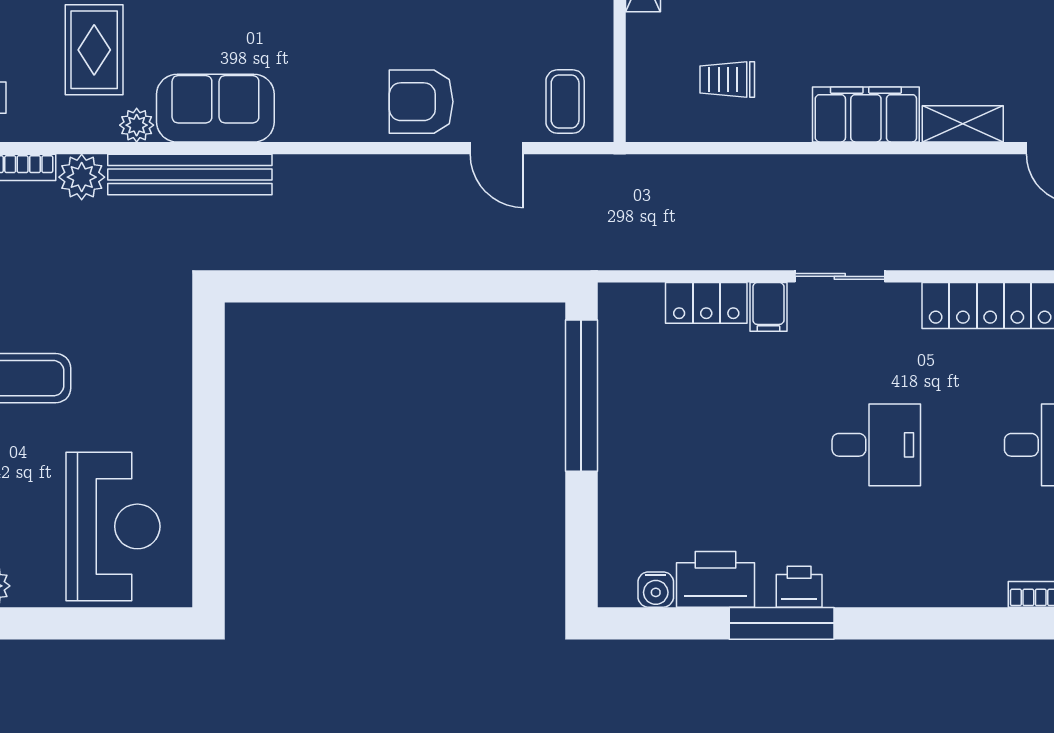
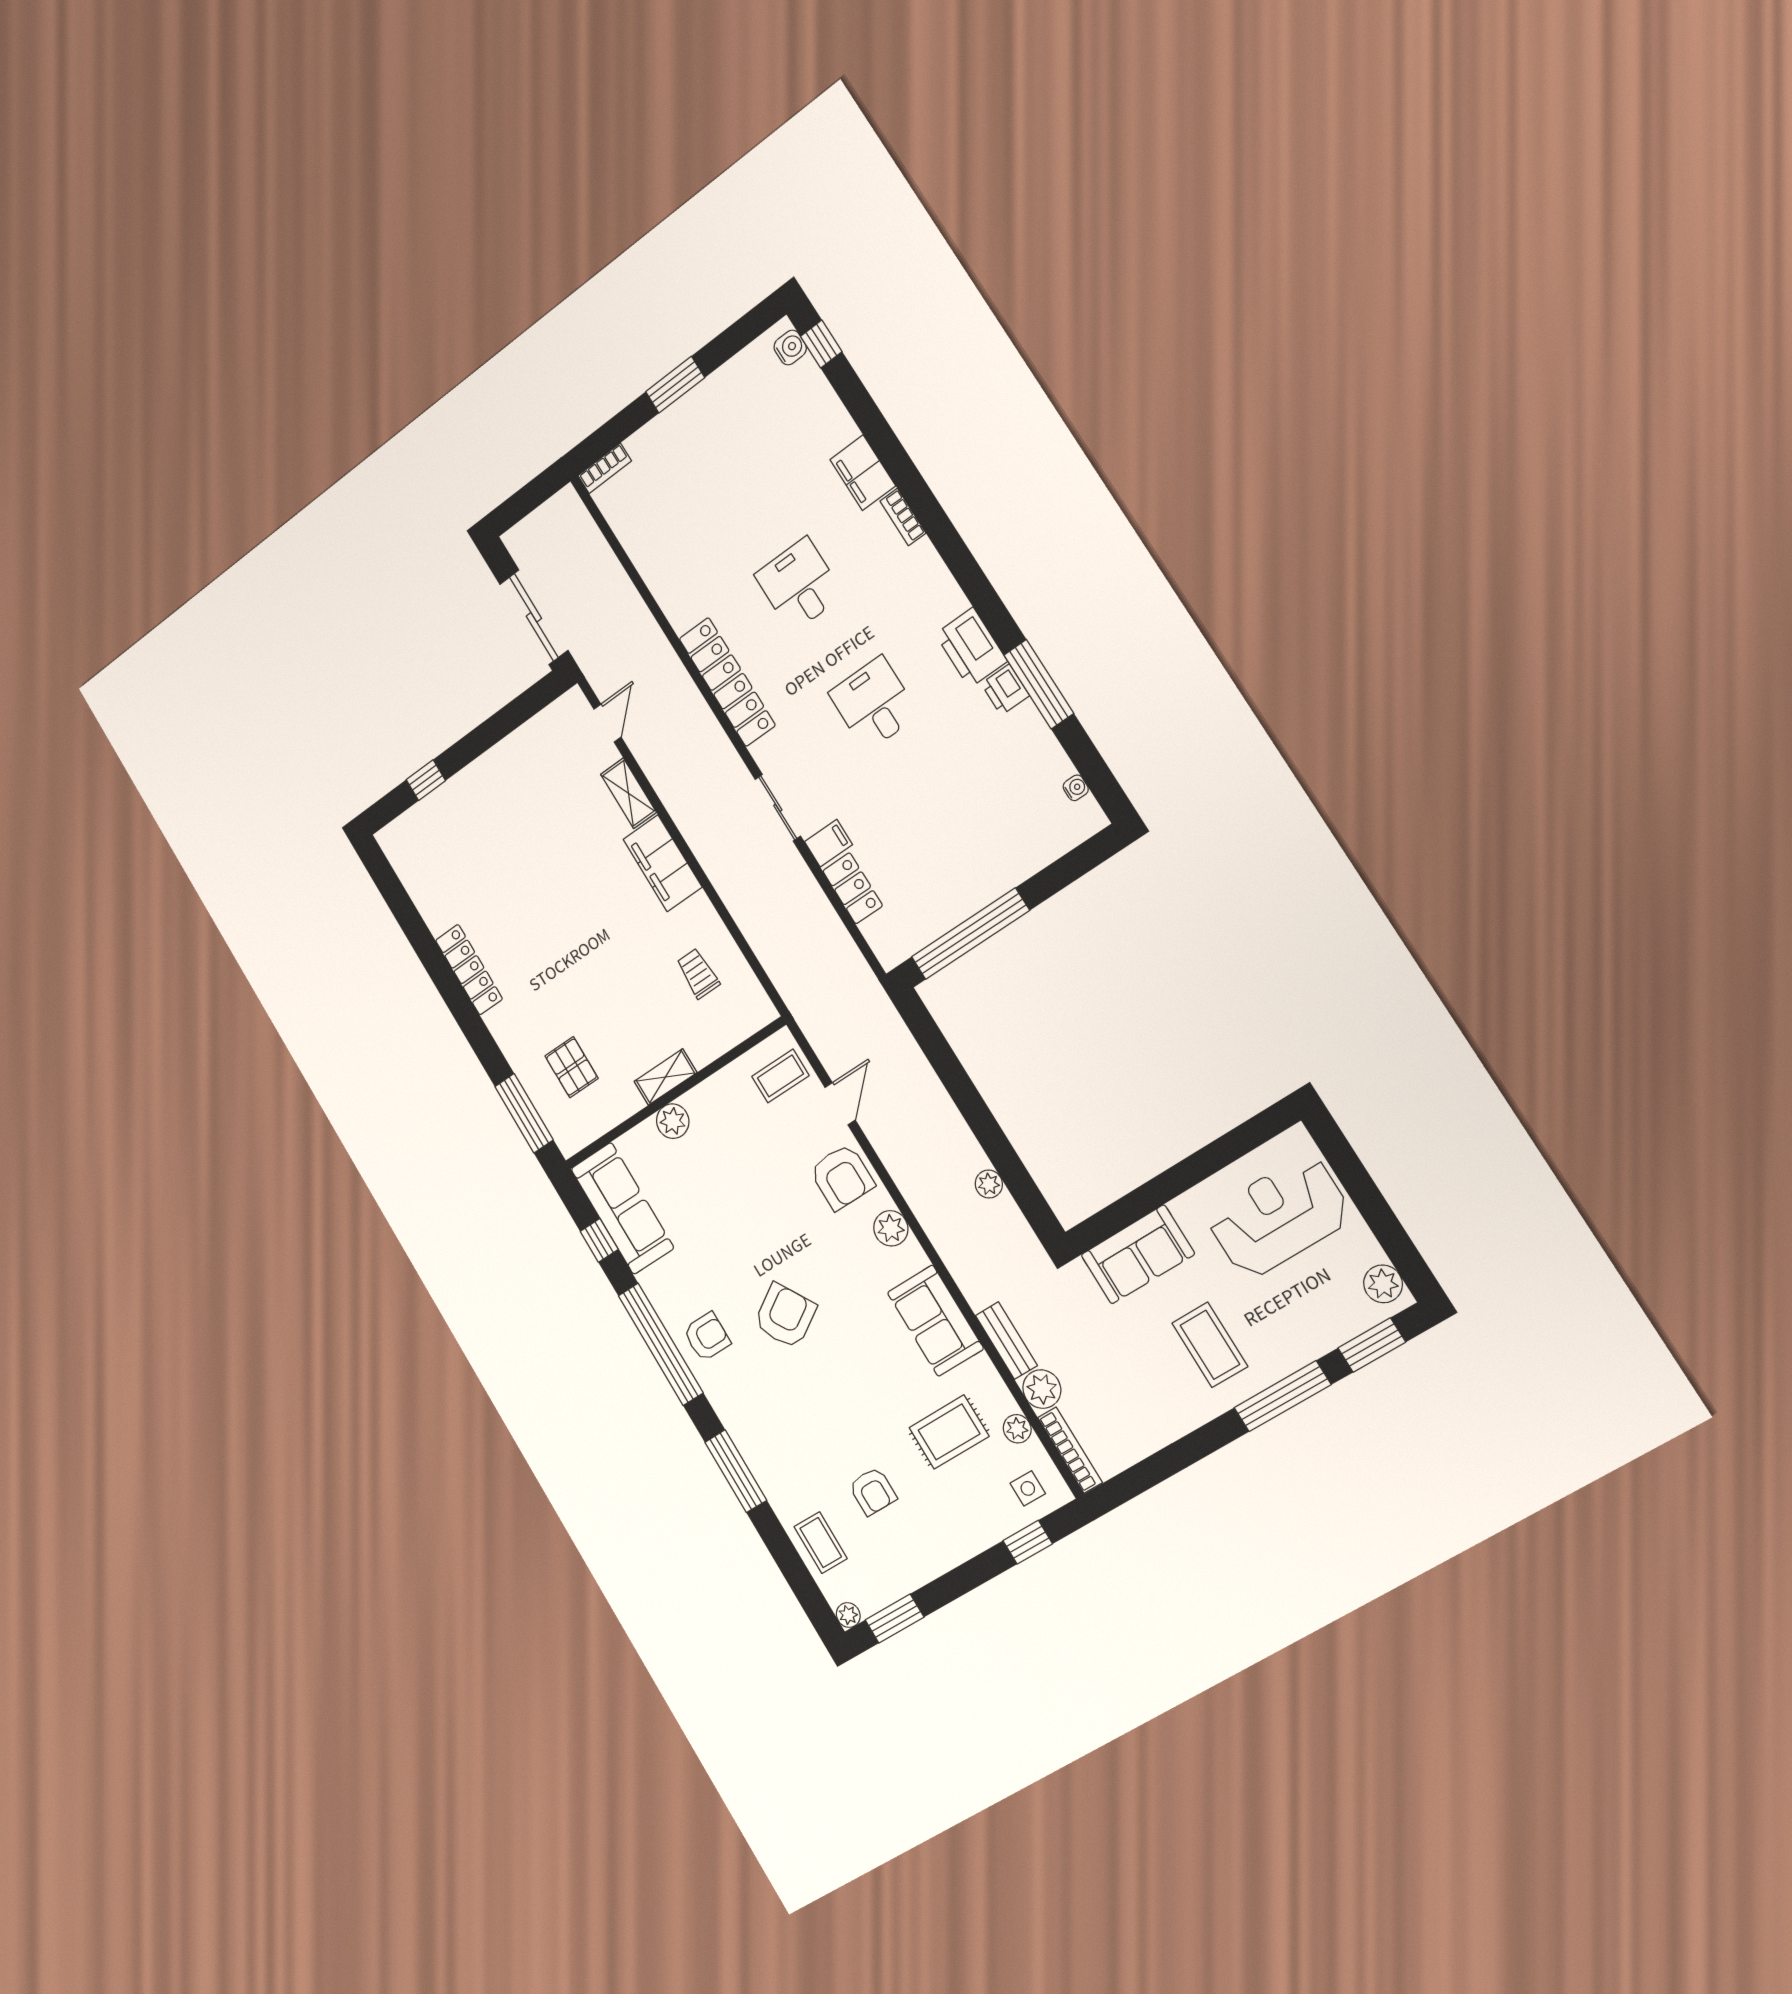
trolley: (727, 79) -> (698, 973), turned 180
plant: (337, 121) -> (891, 1228), added
plant: (137, 125) -> (1017, 1429), moved
bench: (190, 174) -> (1006, 1341), width x0.54, depth x0.82
plant: (320, 254) -> (989, 1184), added
sofa: (159, 362) -> (1138, 1254), added
printer: (716, 579) -> (971, 648), moved
water cooler: (656, 590) -> (1076, 788), width x0.72, depth x0.72

